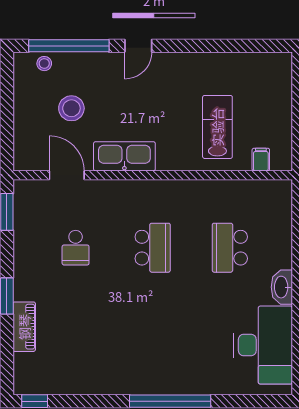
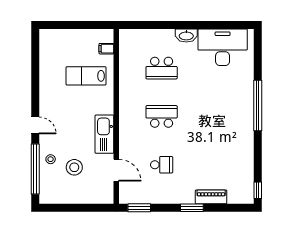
stool: (44, 64) -> (51, 159), moved
door: (67, 175) -> (116, 170), swing flipped

